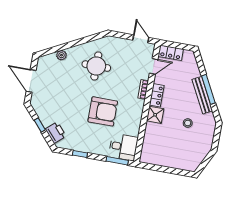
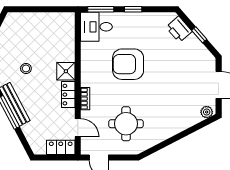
plant: (61, 55) -> (207, 112), moved
round table: (96, 66) -> (126, 124), moved
door: (154, 66) -> (78, 128), swing flipped
window: (80, 154) -> (133, 9), moved

